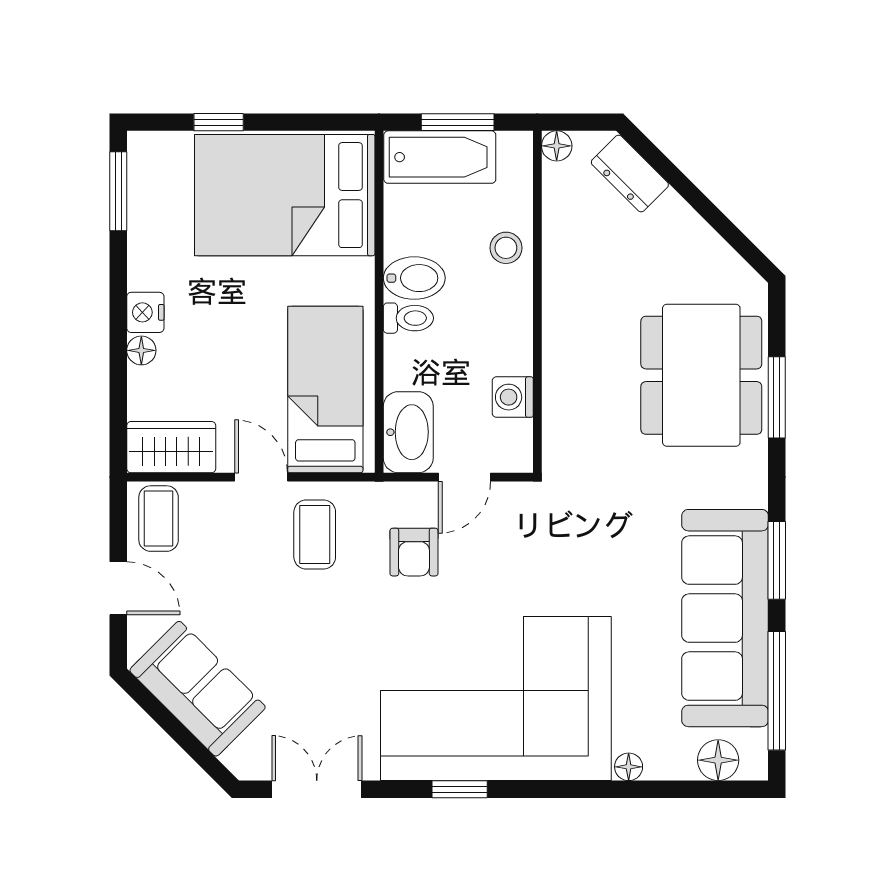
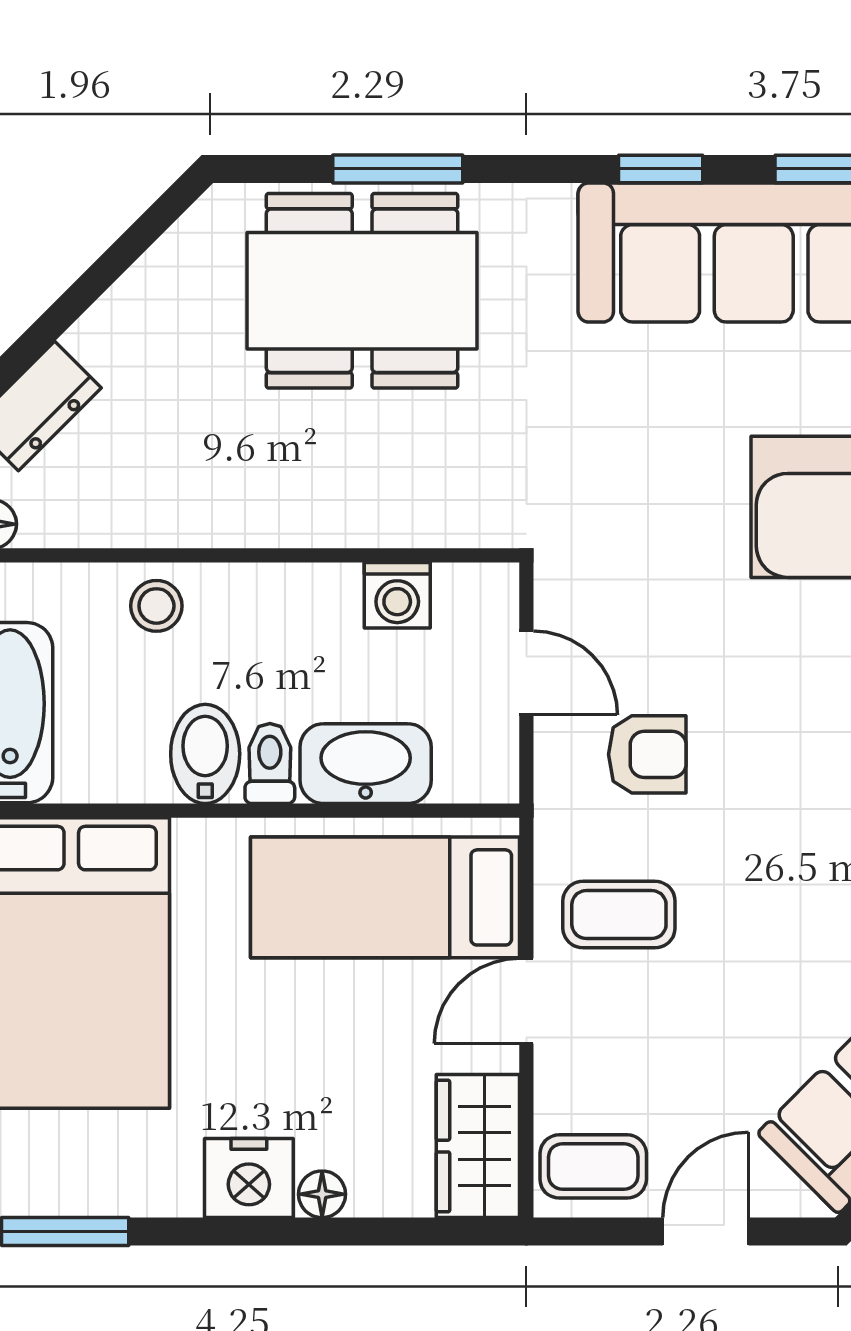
nightstand: (145, 312) -> (249, 1178), width x1.36, depth x1.33
washbasin: (408, 432) -> (366, 764), moved
window: (777, 560) -> (661, 169), width x0.67

